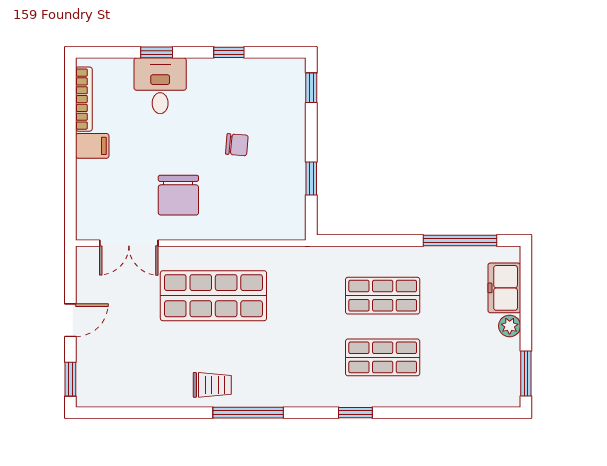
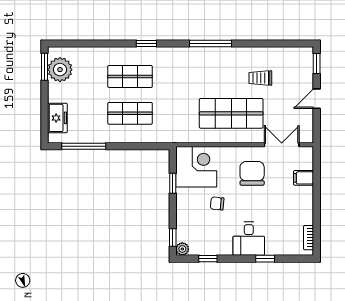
window: (229, 52) -> (208, 259), moved
plant: (295, 69) -> (182, 249), added
desk: (160, 86) -> (249, 239), moved
bookcase: (84, 99) -> (309, 238), width x0.64
filing cabinet: (92, 146) -> (304, 178), moved
corner desk: (272, 206) -> (196, 167), added
plant: (510, 326) -> (60, 70), moved, width x1.87, depth x1.87
trolley: (212, 385) -> (260, 78), moved

